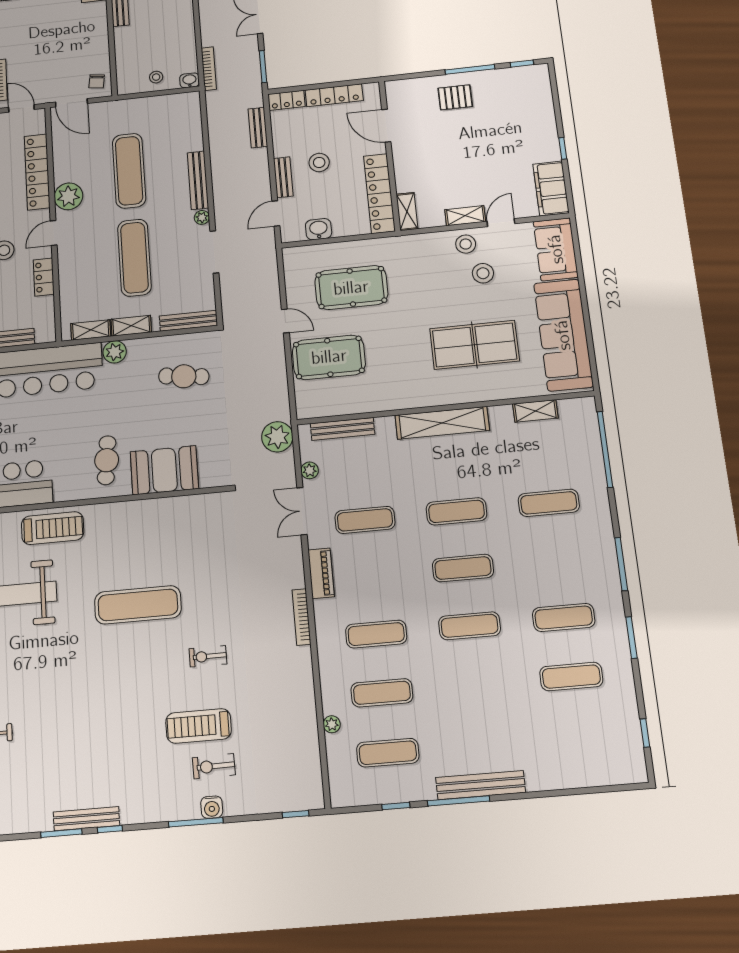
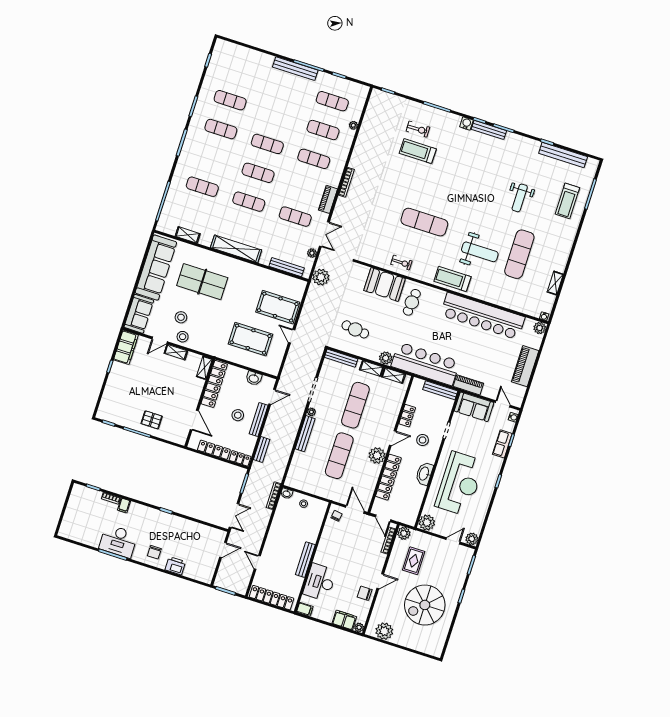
bench: (283, 177) -> (259, 420), width x1.36
exercise bike: (208, 656) -> (401, 263), moved
treadmill: (199, 726) -> (418, 151), turned 180
water cooler: (212, 807) -> (466, 123), moved

